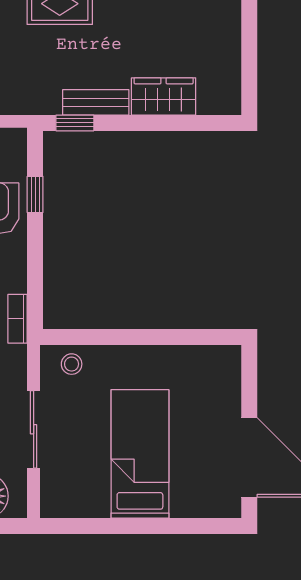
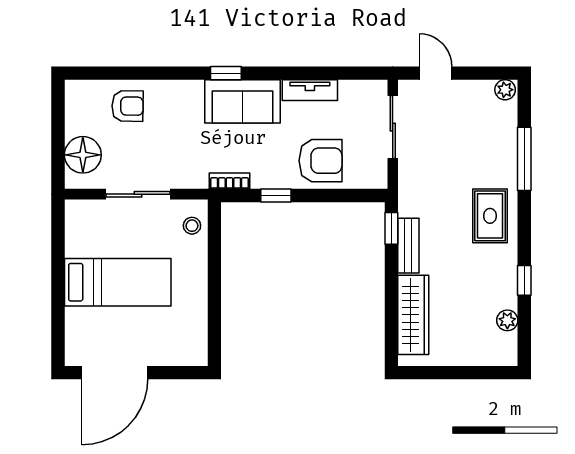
wardrobe: (164, 96) -> (413, 315), width x1.50
window: (35, 194) -> (276, 195), moved

